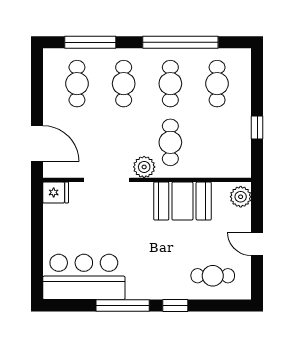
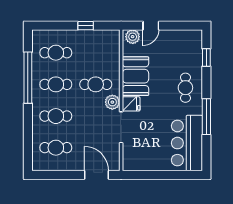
window: (90, 42) -> (28, 139), removed
door: (37, 143) -> (96, 175), hinge flipped
fridge: (56, 192) -> (131, 104), moved, turned 90
door: (257, 244) -> (151, 26), moved
cafe table: (213, 276) -> (185, 88), moved
window: (175, 306) -> (206, 57), moved

